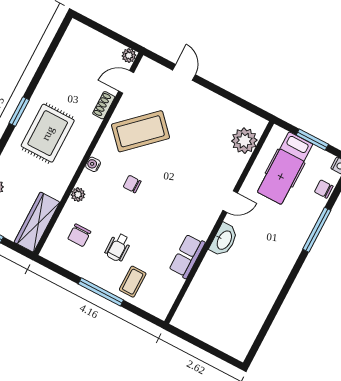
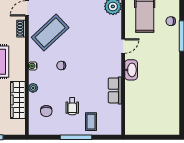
chair: (324, 189) -> (171, 21), moved
wardrobe: (37, 222) -> (18, 100), moved

